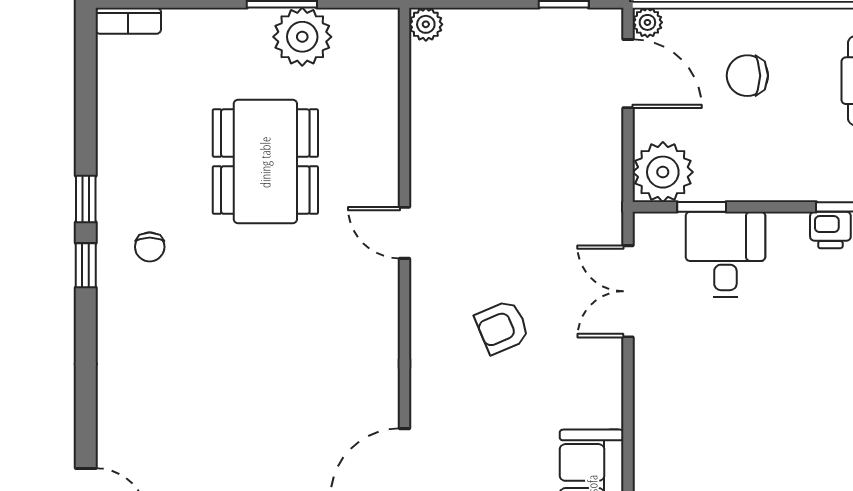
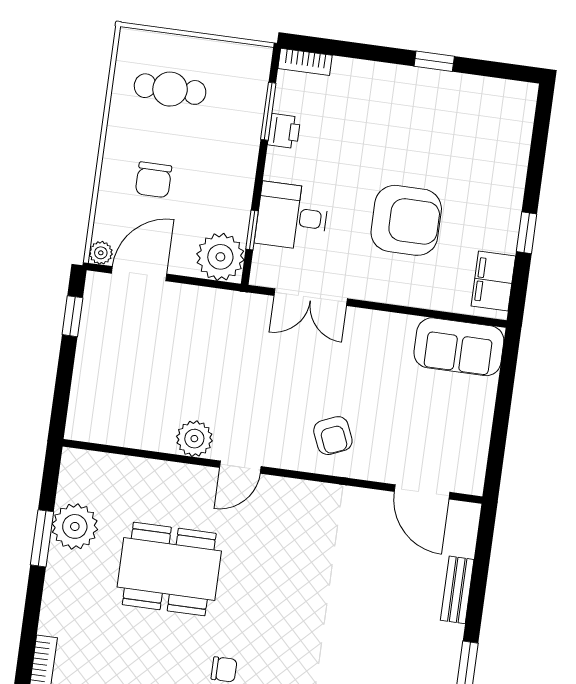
plant: (426, 24) -> (194, 439), moved, width x1.38, depth x1.38
armchair: (502, 327) -> (333, 436), moved
armchair: (740, 397) -> (406, 220), added

